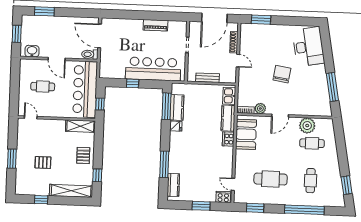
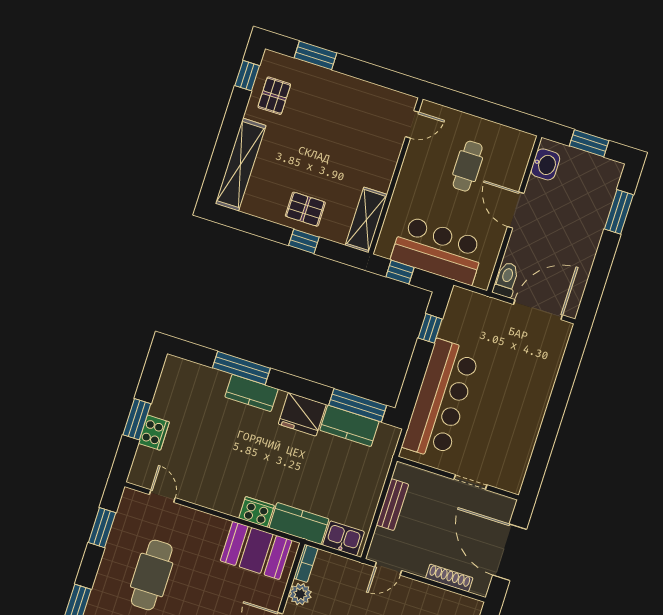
piano: (156, 25) -> (528, 429), removed
door: (57, 59) -> (516, 210), hinge flipped
door: (238, 61) -> (388, 569), moved
window: (133, 83) -> (430, 328), moved
bar counter: (85, 89) -> (438, 250), width x0.73
fridge: (176, 126) -> (302, 414), width x1.88, depth x1.34
window: (12, 159) -> (316, 55), moved
pallet: (43, 162) -> (274, 96), moved
window: (97, 175) -> (304, 241), moved
door: (233, 184) -> (162, 496), hinge flipped
kitchen counter: (173, 185) -> (251, 393), moved
cooker: (223, 197) -> (154, 433), moved
window: (41, 200) -> (247, 76), moved

